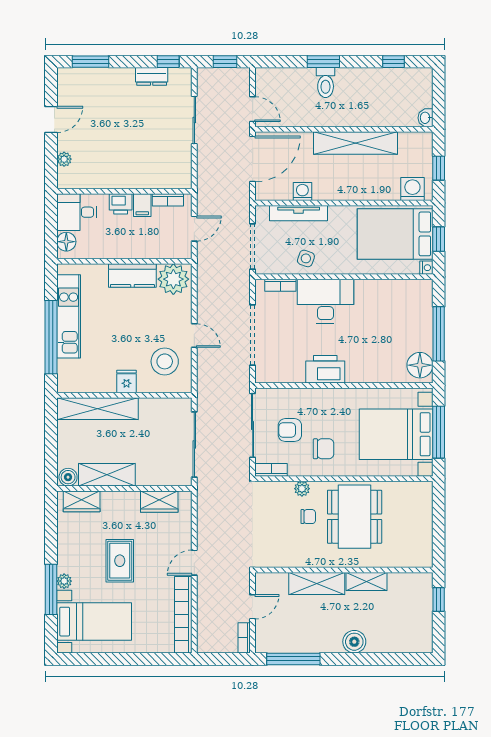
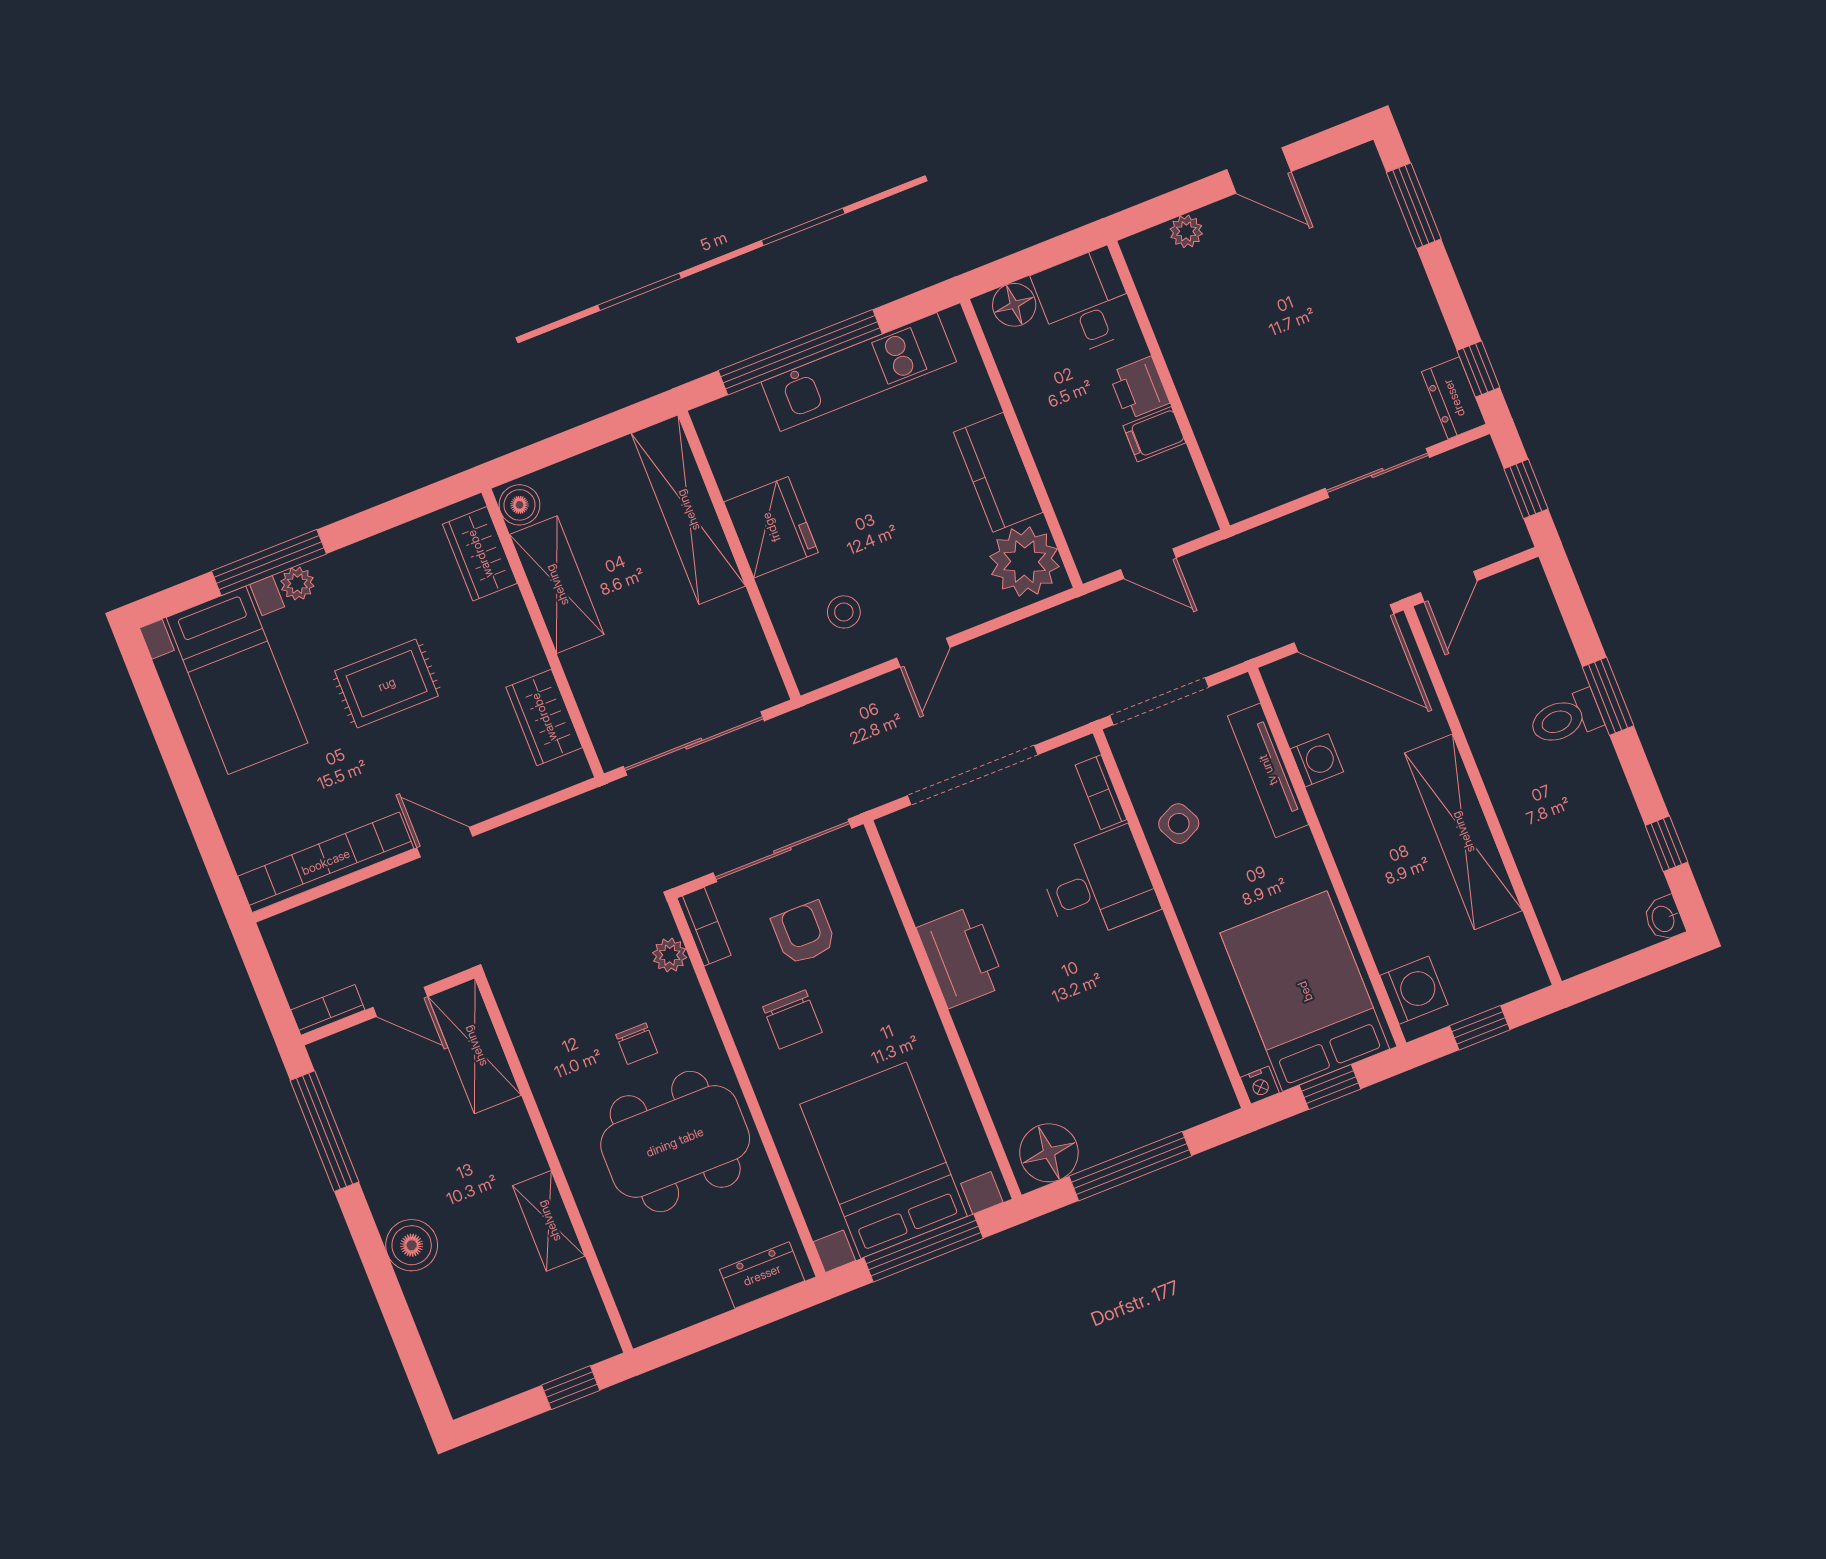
dresser: (152, 76) -> (1454, 398), moved
washbasin: (425, 118) -> (1664, 919), moved, turned -90
bookcase: (168, 200) -> (1187, 484), removed
side table: (306, 258) -> (1179, 824), turned 45
desk: (325, 301) -> (1099, 884), width x0.73
stool: (165, 361) -> (844, 612), width x0.53, depth x0.53
fridge: (127, 381) -> (771, 527), width x1.88, depth x1.34
plant: (302, 489) -> (670, 955), moved
dresser: (423, 503) -> (762, 1275), added
shelving: (317, 583) -> (475, 1046), moved

